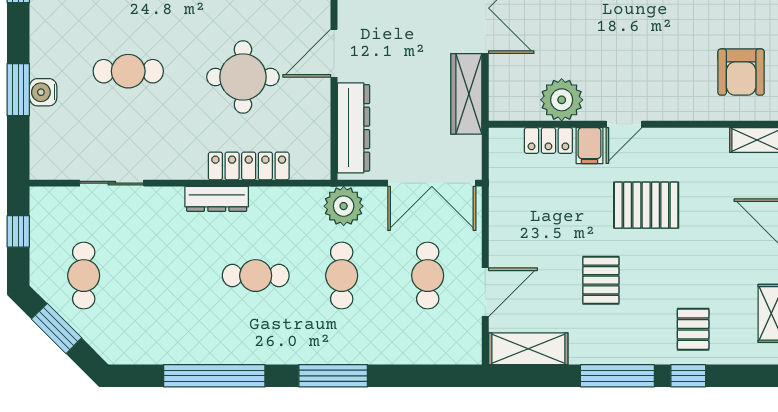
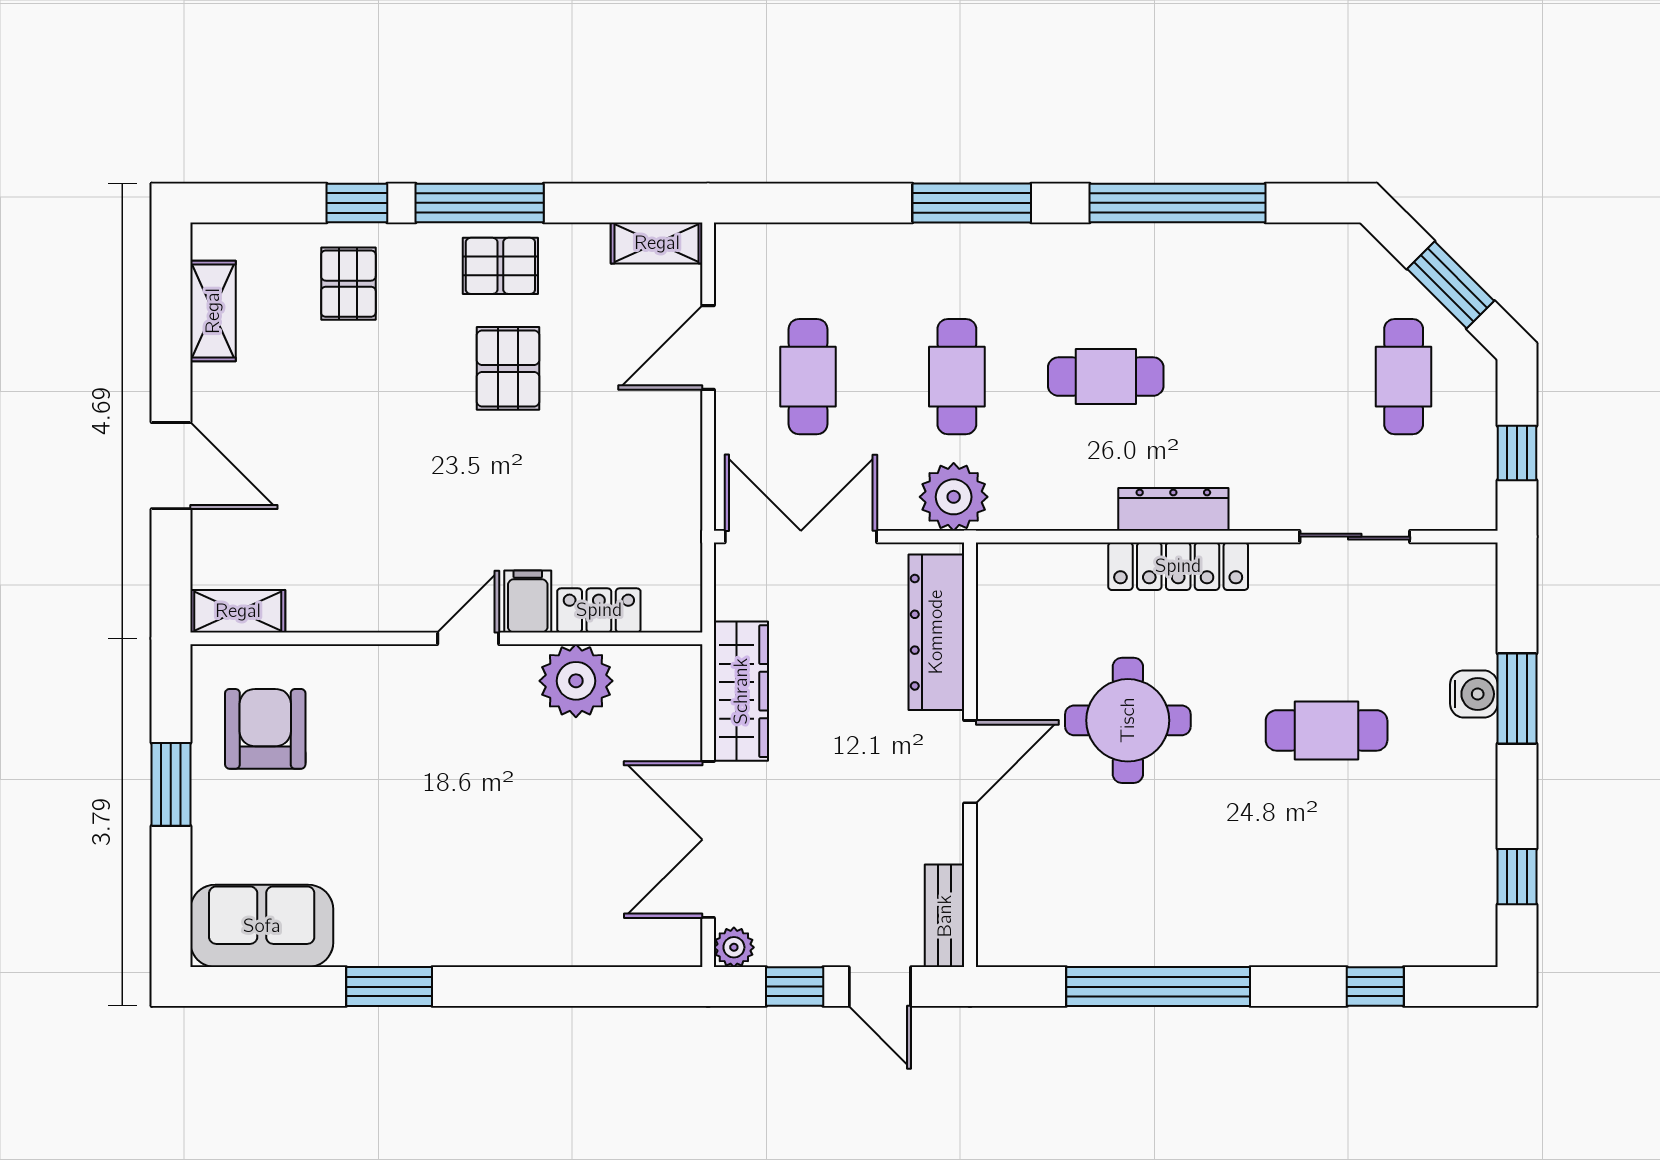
locker: (249, 166) -> (1178, 566), moved
pallet: (646, 205) -> (500, 266), moved, width x0.67, depth x0.71
shelving: (528, 349) -> (657, 243), width x0.67, depth x0.75

